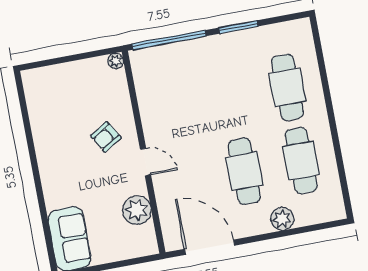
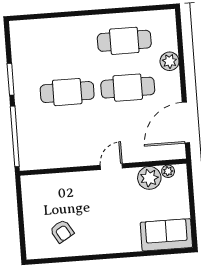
plant: (116, 61) -> (168, 171), moved
cafe table: (287, 87) -> (67, 92), moved
armchair: (106, 137) -> (62, 231), moved

